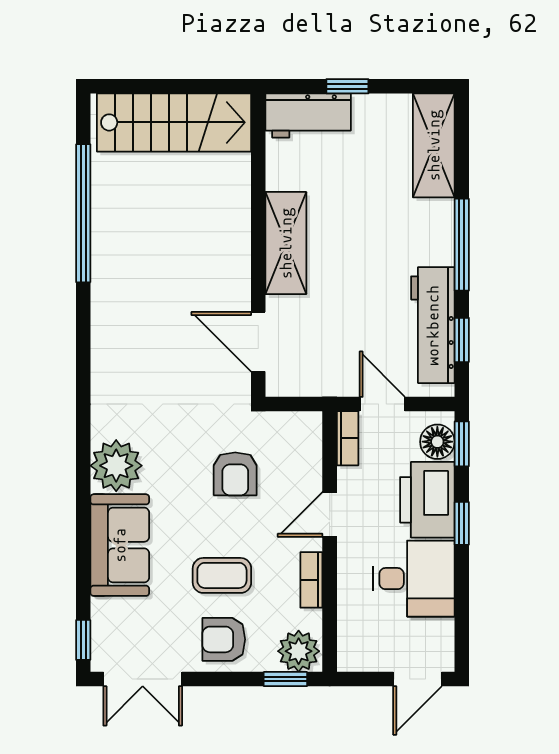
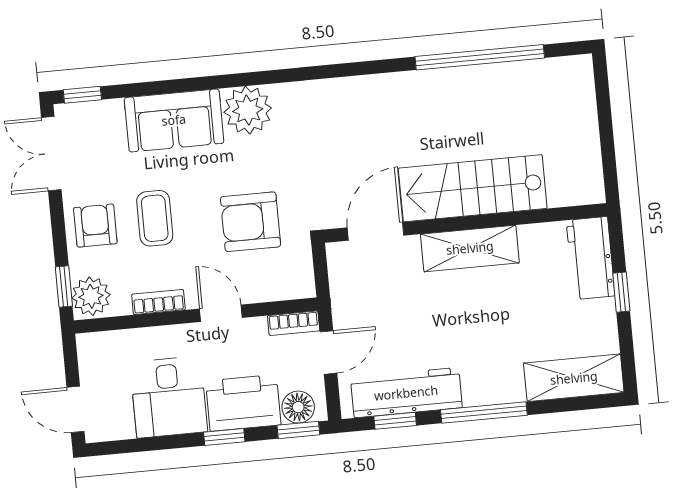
stairs: (174, 122) -> (473, 188), moved, turned 90
armchair: (235, 474) -> (250, 222), width x1.38, depth x1.38

